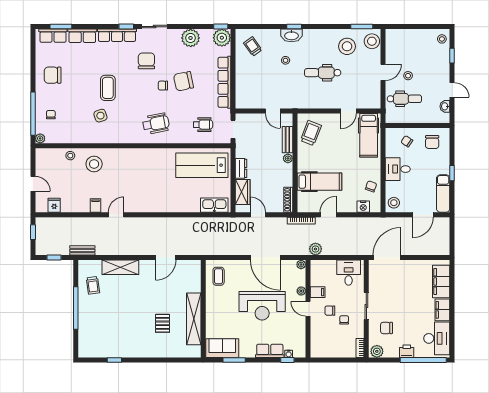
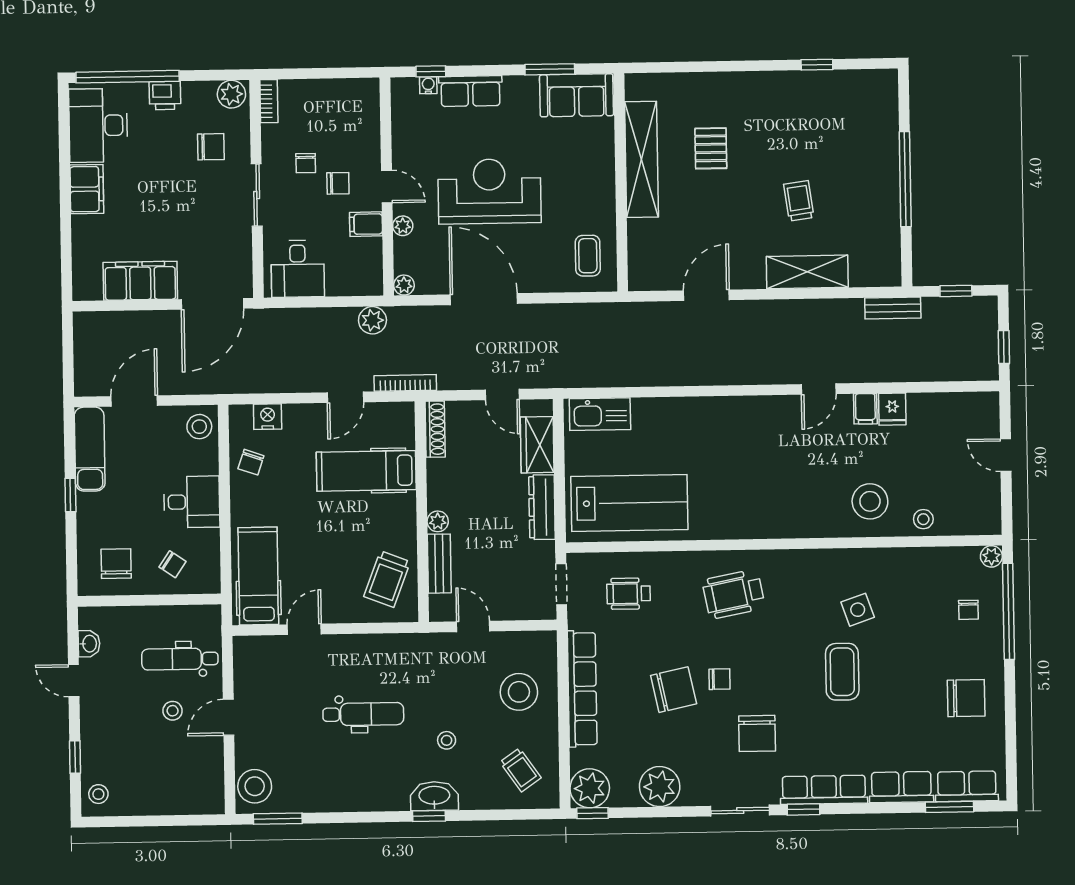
stool: (347, 46) -> (519, 692), moved
dresser: (241, 168) -> (542, 507), width x1.44
fridge: (54, 205) -> (892, 409), moved
filing cabinet: (441, 282) -> (140, 281), moved, turned -90
trolley: (93, 285) -> (799, 201), moved

